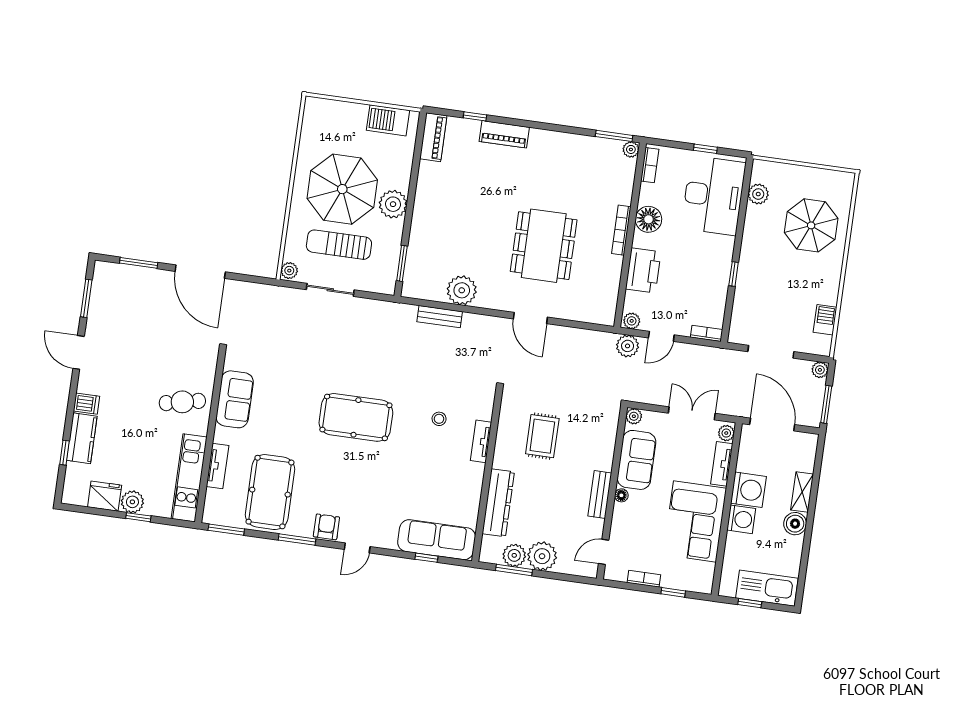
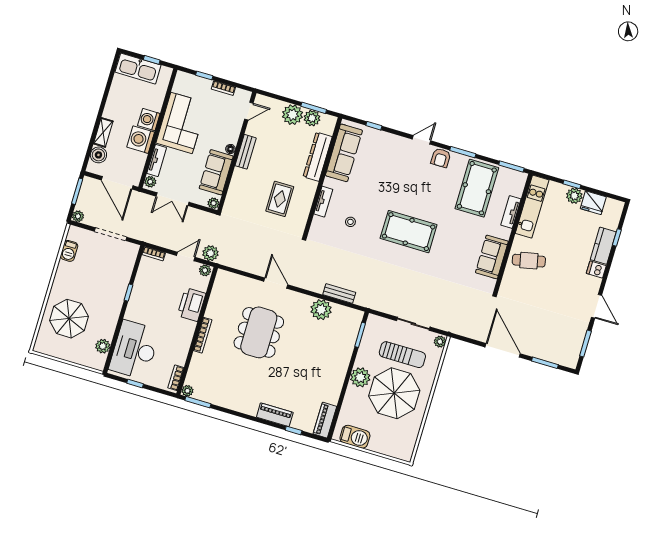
floor lamp: (648, 219) -> (182, 340), removed
boiler: (795, 524) -> (98, 155), moved
sofa: (437, 540) -> (344, 153), moved, turned -90

